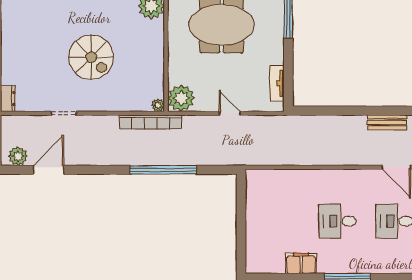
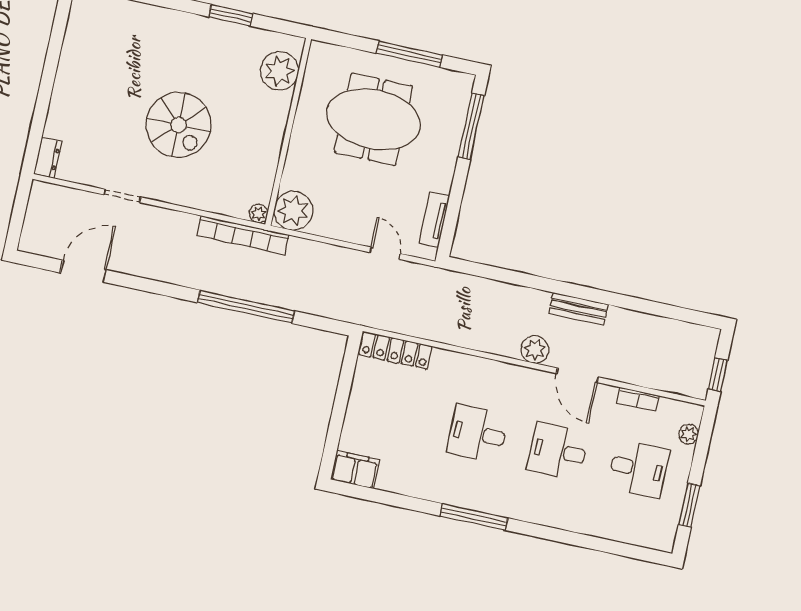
door: (230, 113) -> (385, 253), moved
plant: (18, 156) -> (535, 349), moved
locker: (270, 177) -> (395, 350), added
filing cabinet: (301, 263) -> (355, 470), moved

